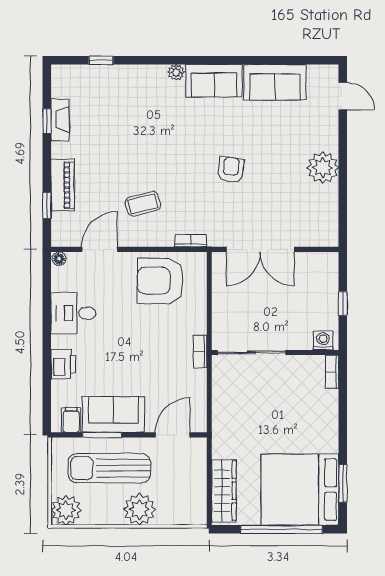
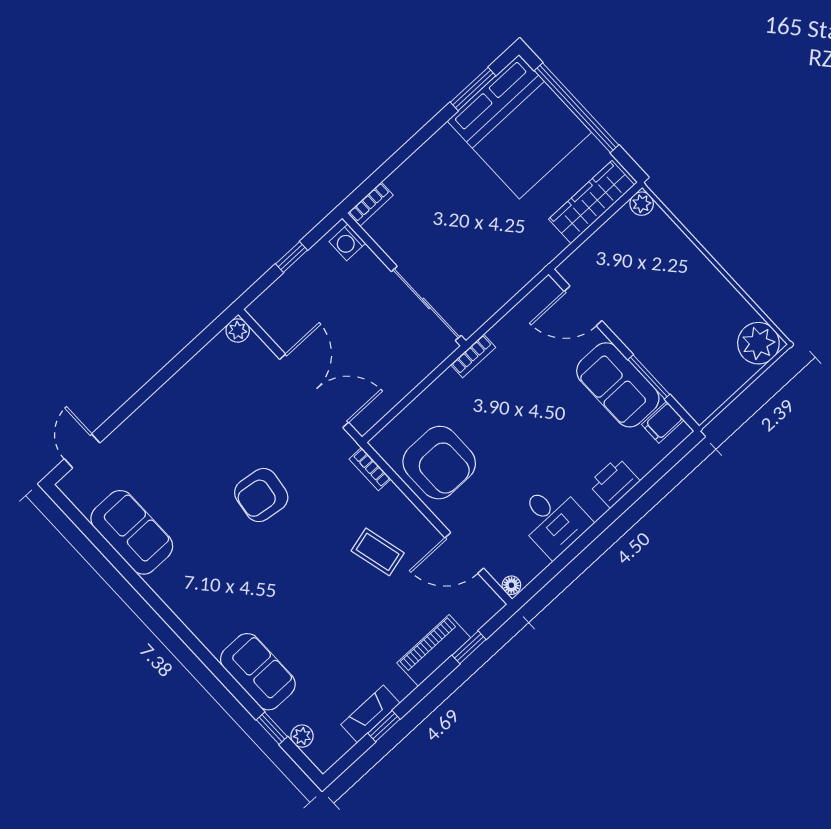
plant: (176, 72) -> (302, 736), moved
sofa: (214, 81) -> (258, 672), moved
plant: (323, 168) -> (238, 330), moved, width x0.53, depth x0.53
armchair: (231, 170) -> (261, 495), width x1.38, depth x1.38
sun lounger: (109, 468) -> (676, 339), removed
plant: (139, 509) -> (642, 204), moved, width x0.53, depth x0.53

